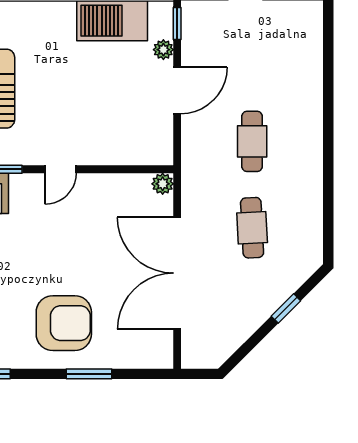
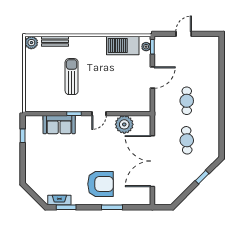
plant: (163, 50) -> (146, 47), moved
plant: (163, 184) -> (124, 124), moved, width x1.87, depth x1.87

